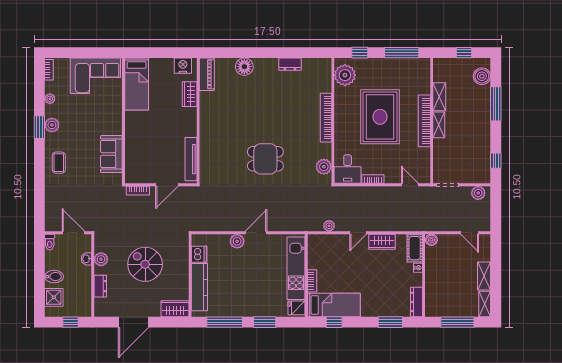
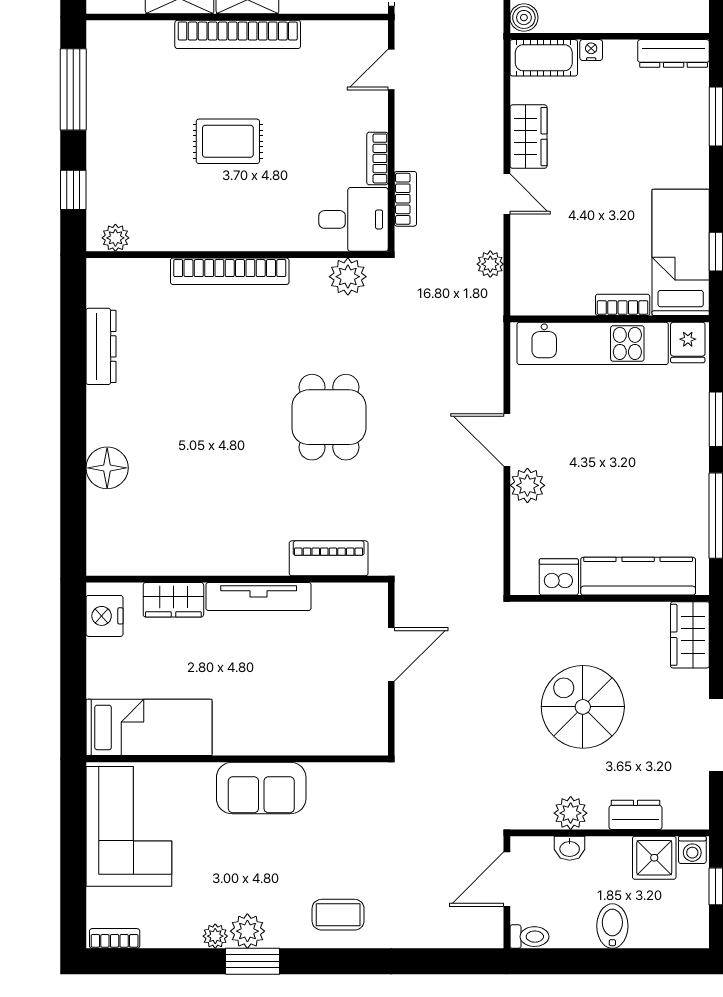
dresser: (290, 64) -> (101, 346), width x1.44
piano: (207, 74) -> (329, 558), moved
plant: (345, 75) -> (115, 238), width x0.53, depth x0.53
plant: (50, 99) -> (215, 936), moved
rug: (380, 117) -> (228, 141), width x0.54, depth x0.49
sofa: (111, 154) -> (261, 788), moved
tv unit: (191, 159) -> (259, 597), moved
door: (167, 185) -> (391, 654), hinge flipped
bookcase: (138, 191) -> (405, 199), moved
spiral stairs: (145, 264) -> (583, 707), turned 90
shower: (54, 297) -> (654, 858), moved
washing machine: (86, 310) -> (692, 850), added

